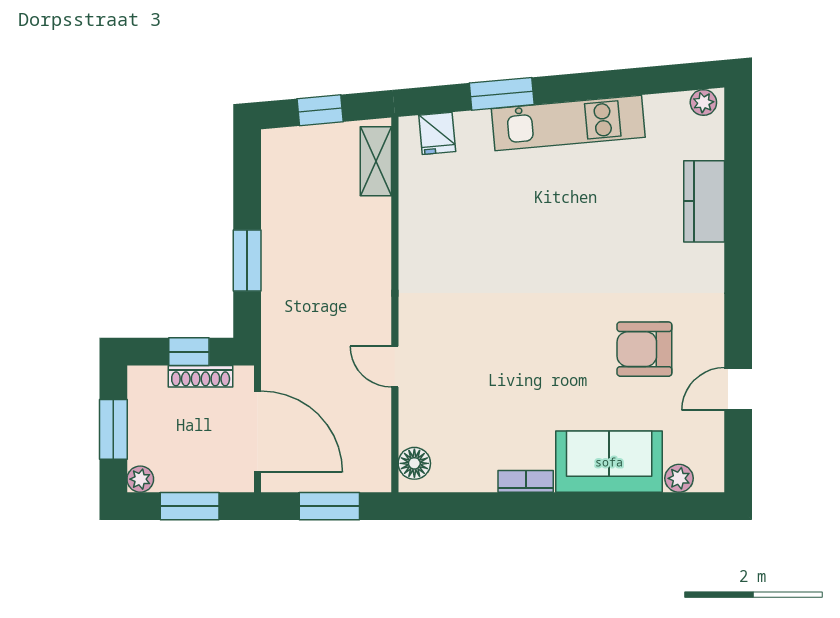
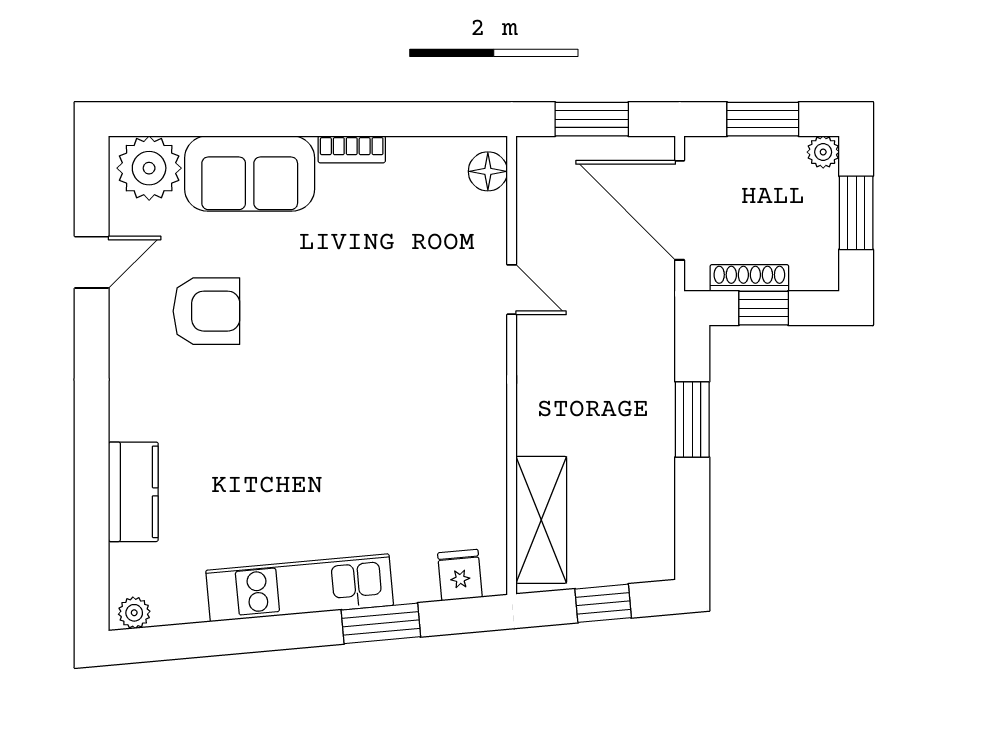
shelving: (376, 161) -> (541, 520), width x1.50, depth x1.33
plant: (679, 478) -> (149, 168), width x1.88, depth x1.88

